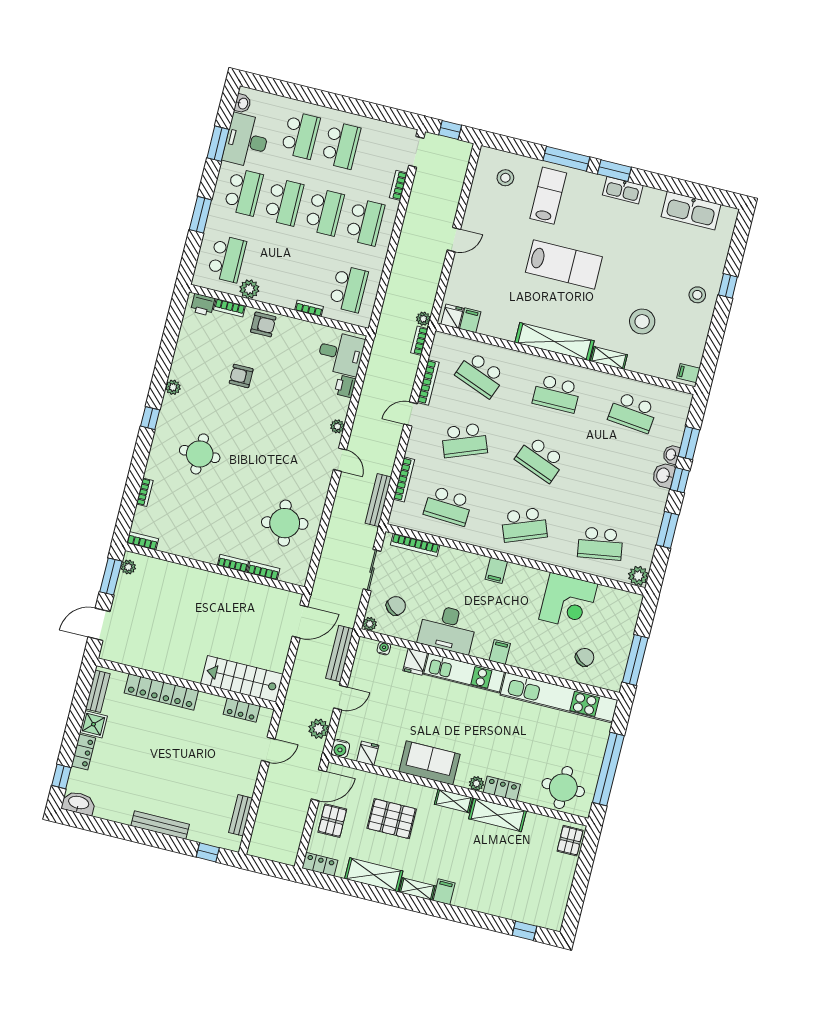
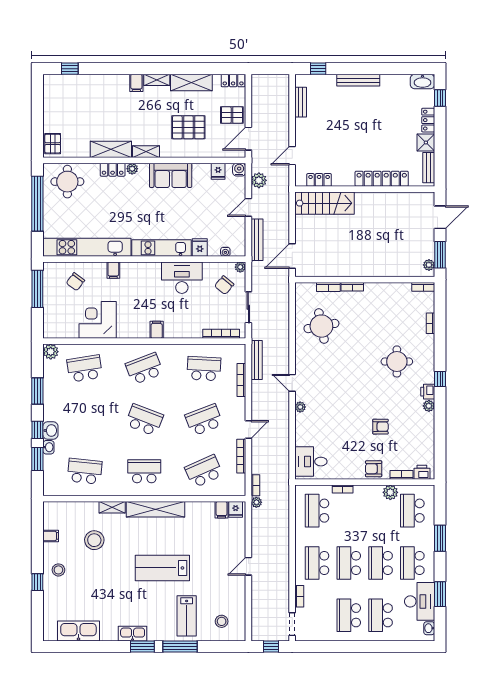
filing cabinet: (688, 373) -> (51, 536), moved
school desk: (480, 375) -> (204, 471), turned -45
printer: (345, 386) -> (428, 392), moved, turned 180
filing cabinet: (500, 652) -> (113, 270), moved
pallet: (332, 821) -> (232, 115), turned 90

